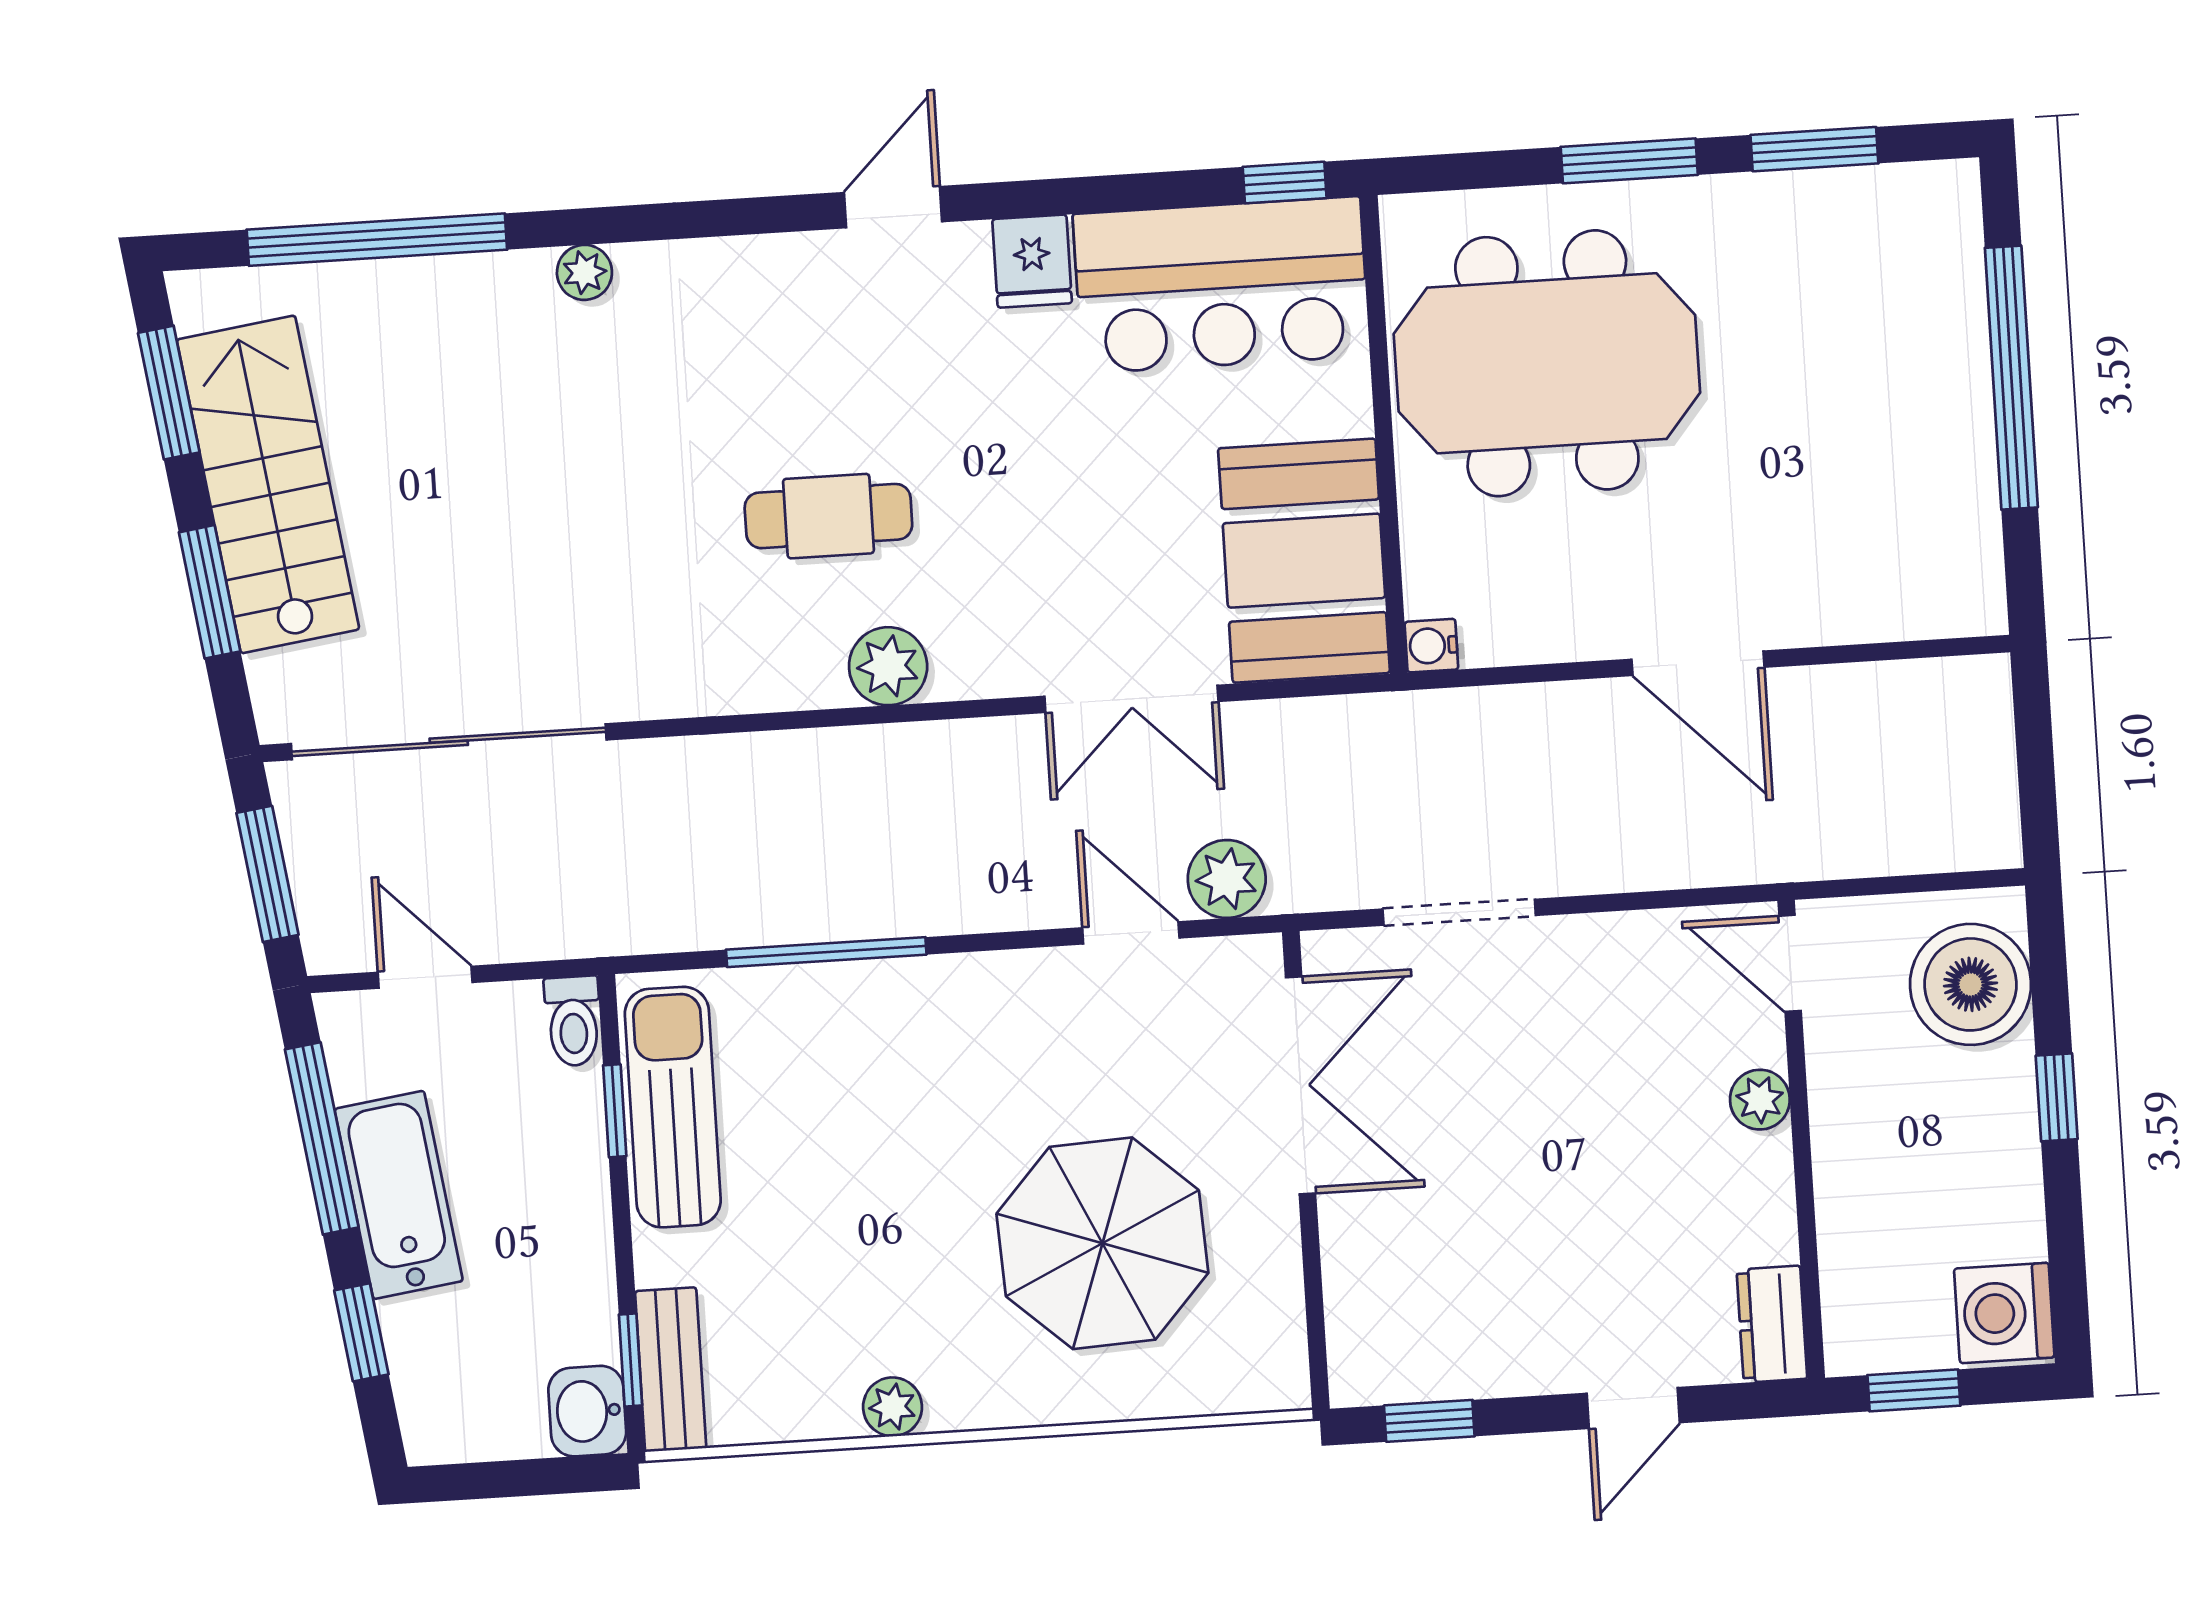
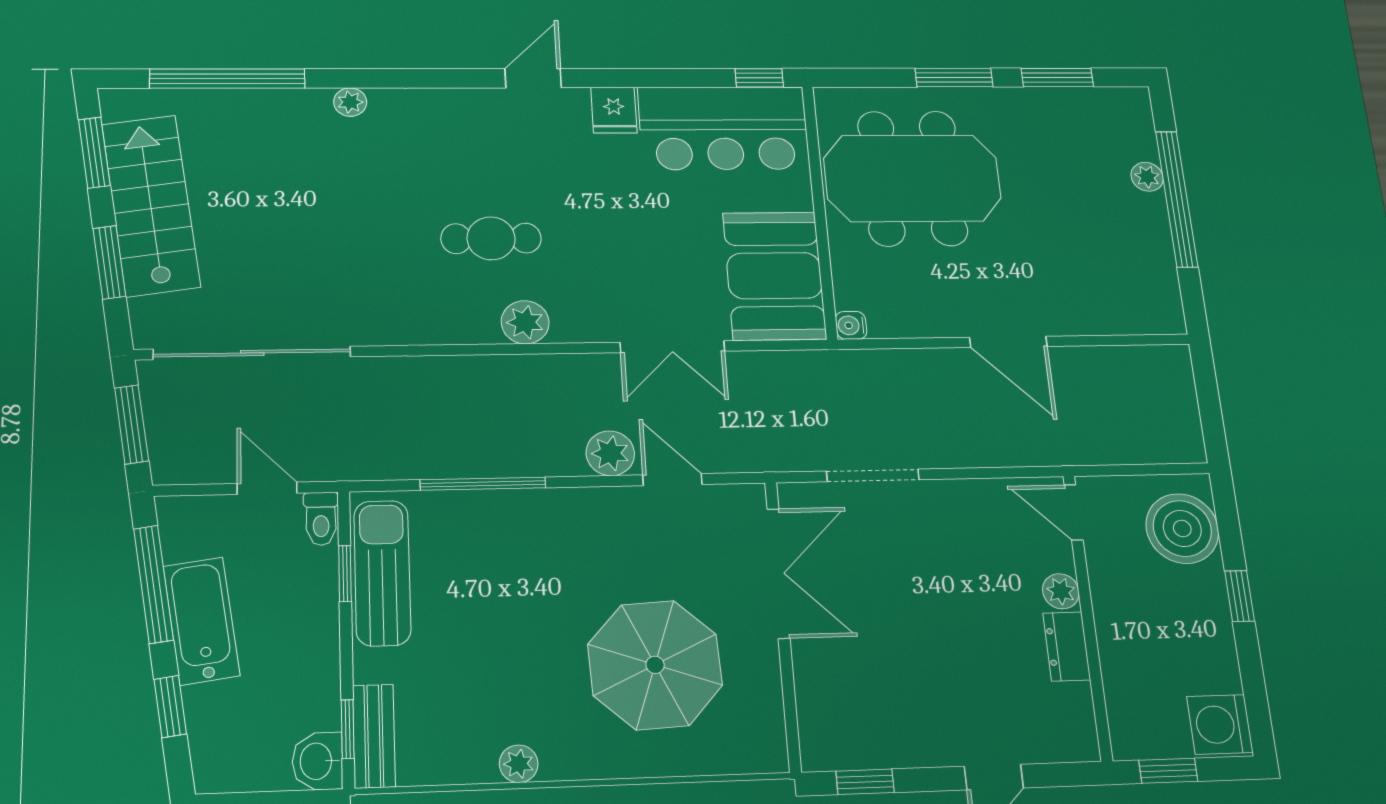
plant: (1962, 337) -> (1147, 177), added
plant: (1227, 879) -> (610, 453), moved
door: (425, 977) -> (267, 488), moved
dresser: (1772, 1324) -> (1067, 646), moved

